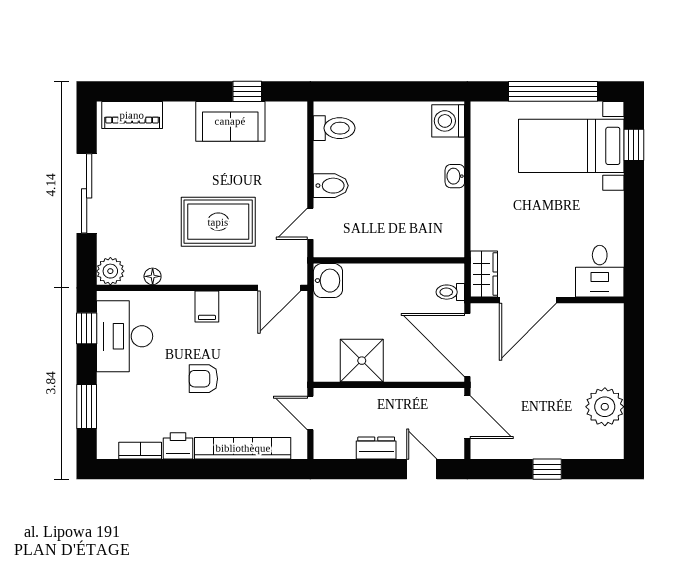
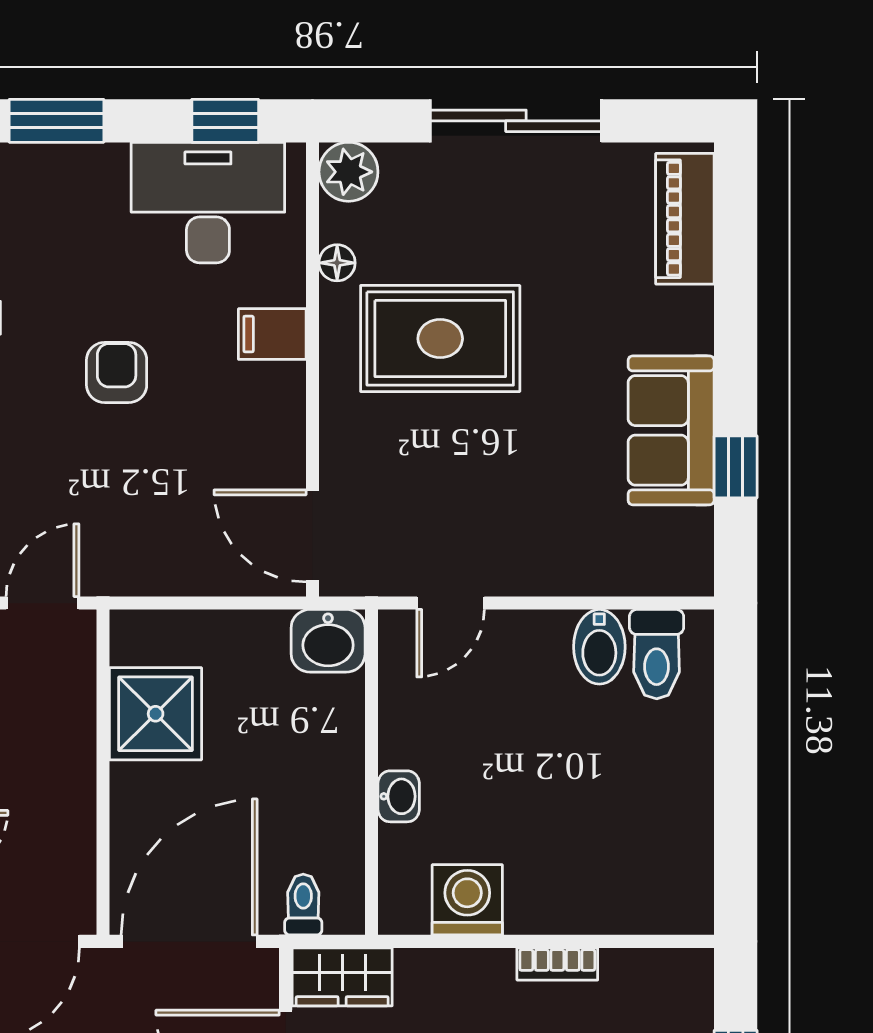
washing machine: (448, 121) -> (467, 900), moved
bookcase: (478, 174) -> (557, 964), added
washbasin: (455, 176) -> (399, 796), moved, turned 90
bidet: (331, 186) -> (599, 647), moved
rug: (218, 222) -> (440, 339), moved, turned 90
door: (310, 224) -> (451, 603), swing flipped
filing cabinet: (207, 306) -> (272, 334), moved

